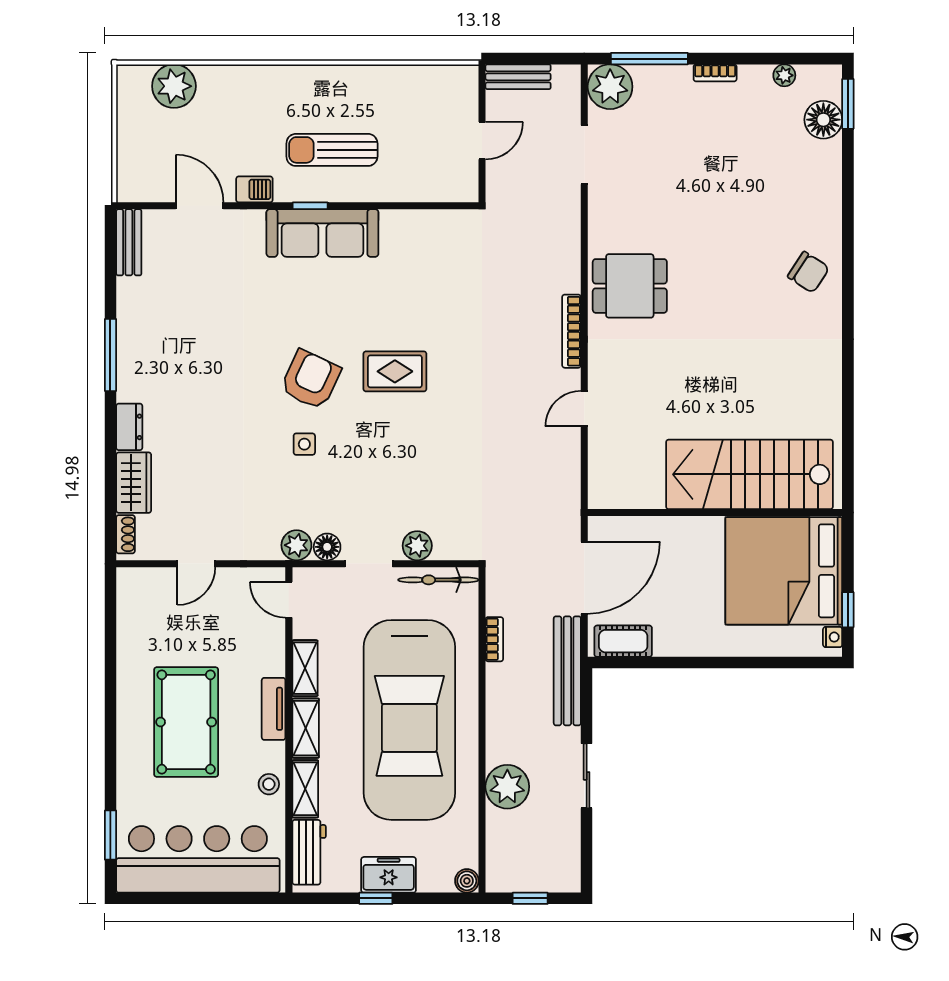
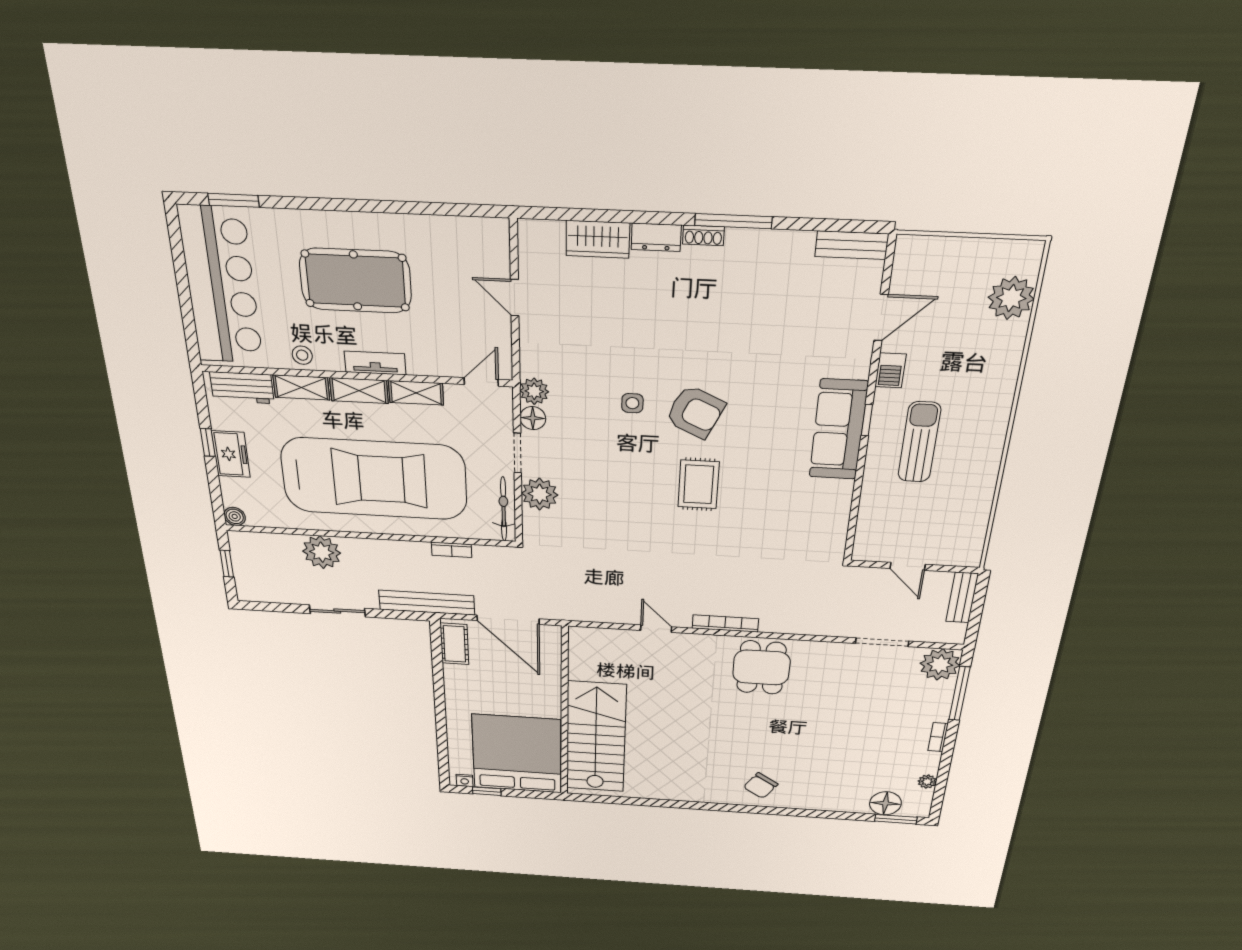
shoe rack: (125, 534) -> (703, 235), moved
plant: (417, 546) -> (540, 494), width x1.36, depth x1.36
car: (409, 720) -> (374, 479), turned 180

